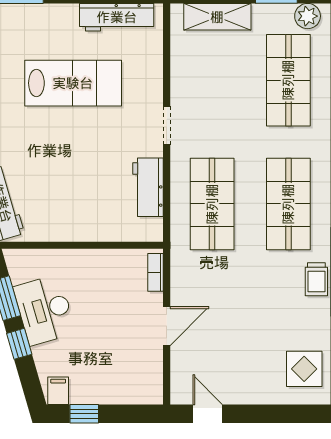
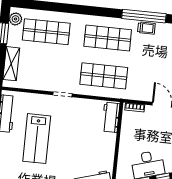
lab bench: (73, 83) -> (37, 139), turned 180
workbench: (148, 187) -> (111, 117), moved, turned 90

